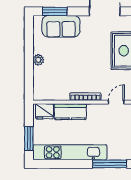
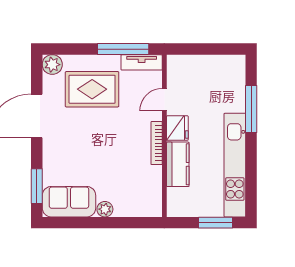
sofa: (61, 26) -> (69, 202), moved, turned -90
door: (116, 102) -> (164, 100), hinge flipped
fridge: (44, 111) -> (177, 128), moved

